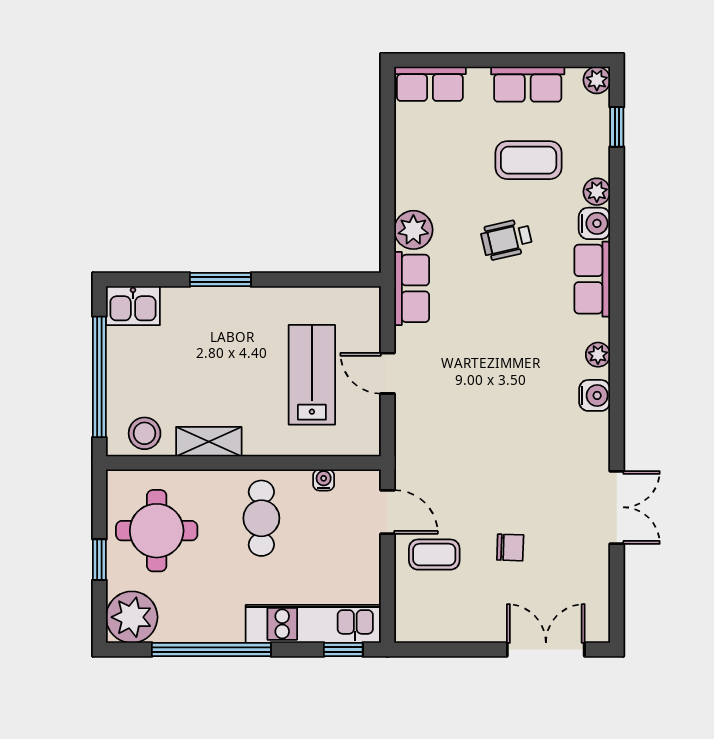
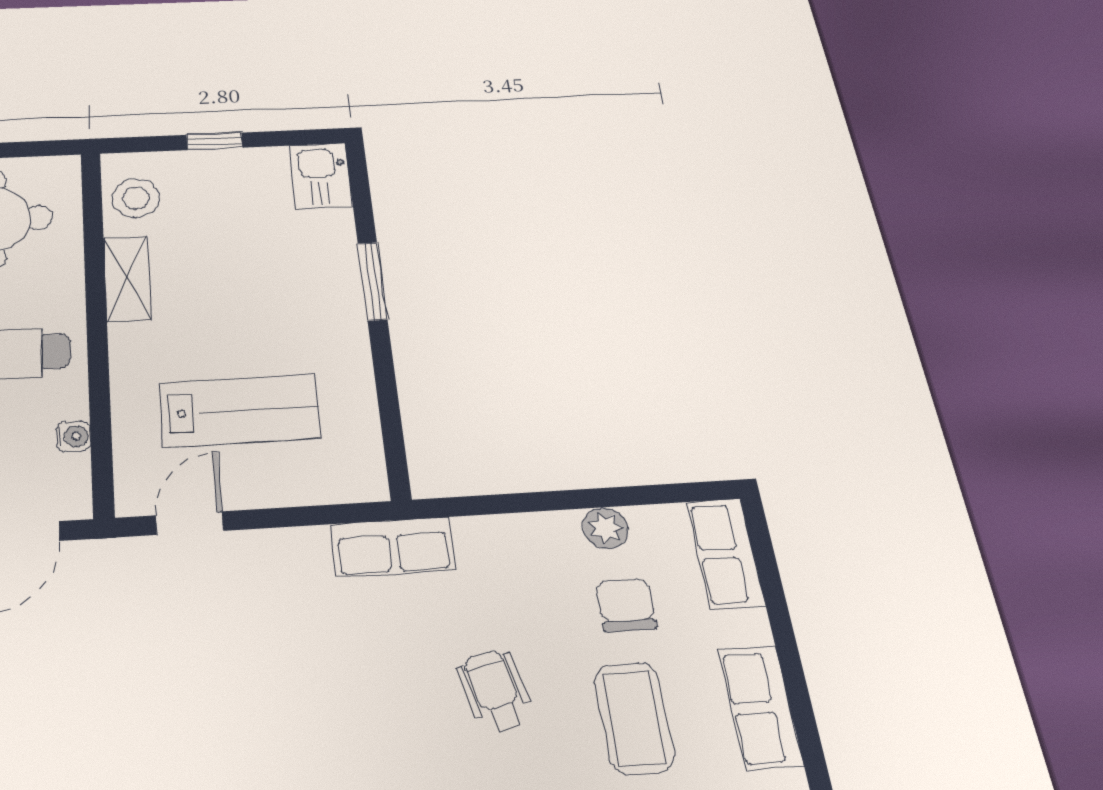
chair: (459, 152) -> (626, 605), added
plant: (413, 230) -> (605, 528), moved, width x0.73, depth x0.73
door: (388, 373) -> (189, 523), moved
window: (99, 377) -> (214, 141), width x0.32

